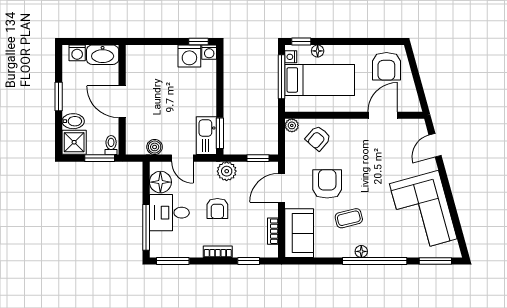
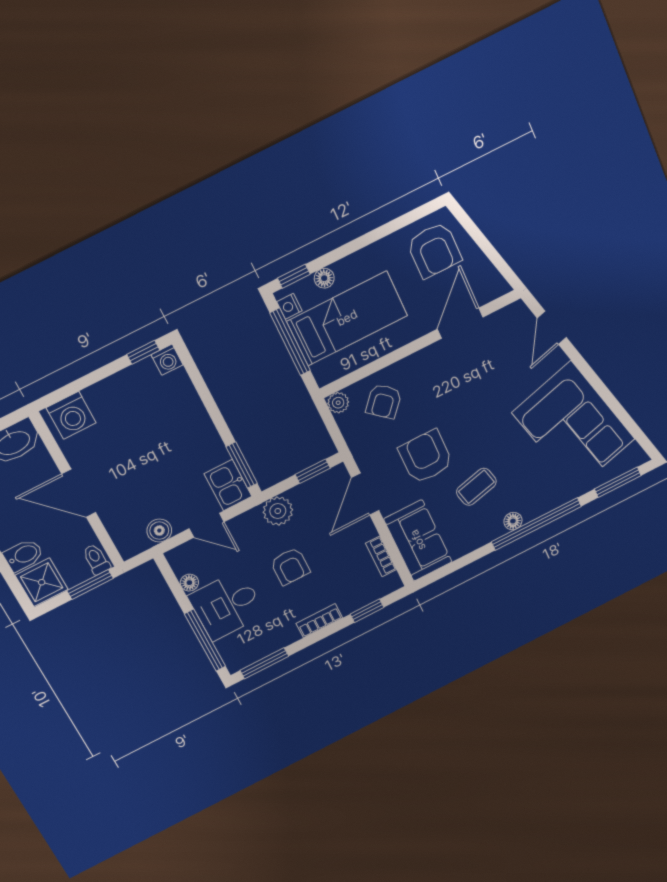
washing machine: (189, 56) -> (71, 415), moved
kitchen sink: (206, 136) -> (228, 485), width x0.73
floor lamp: (160, 182) -> (189, 583), width x0.53, depth x0.53

